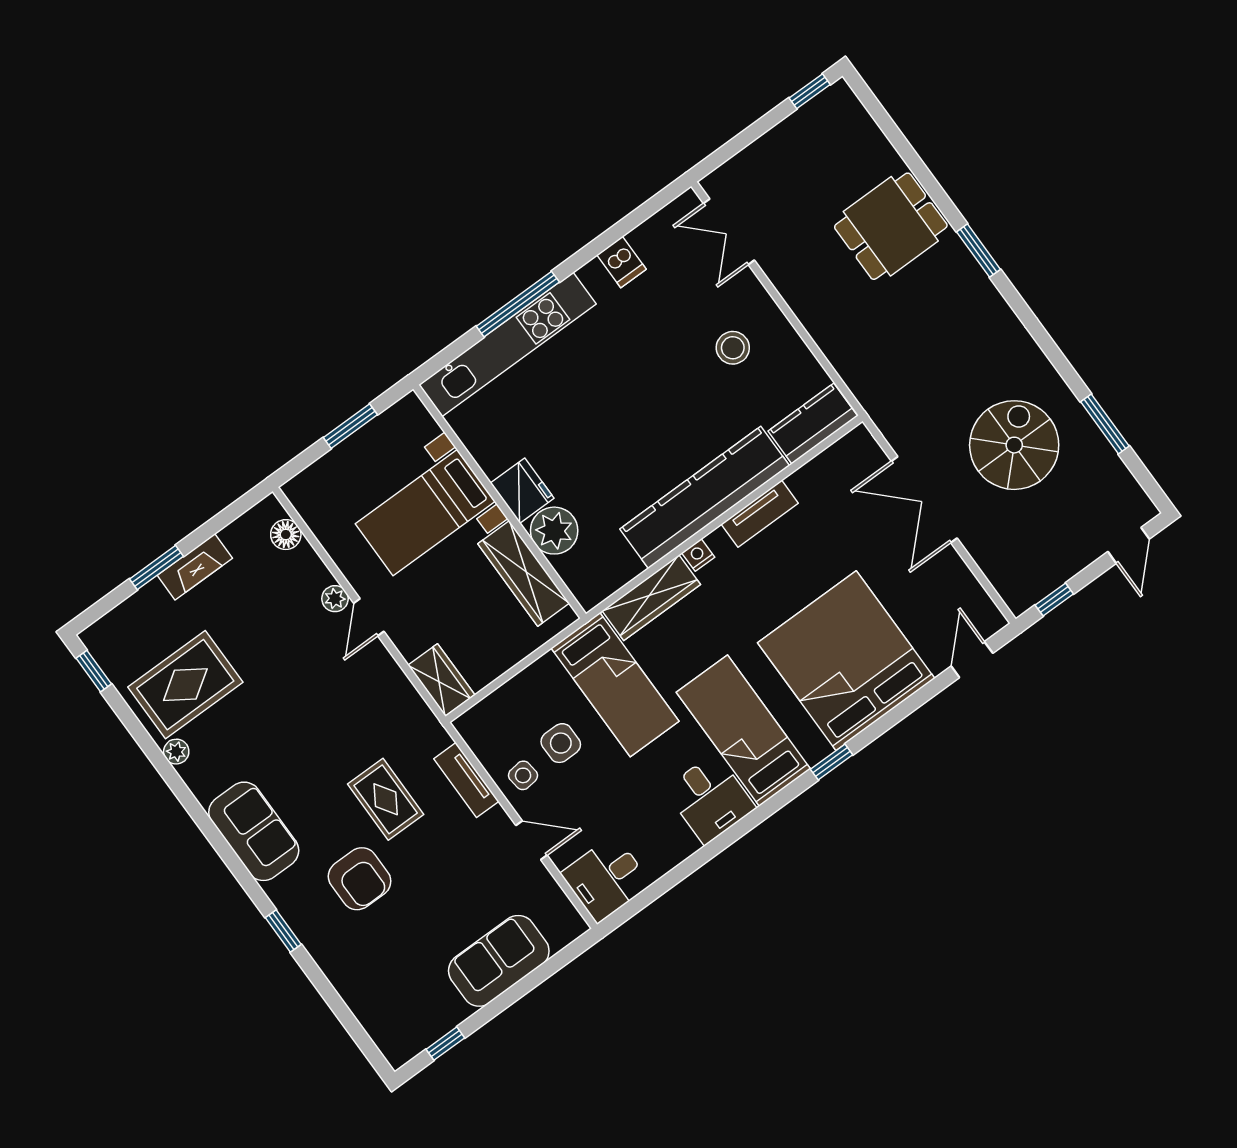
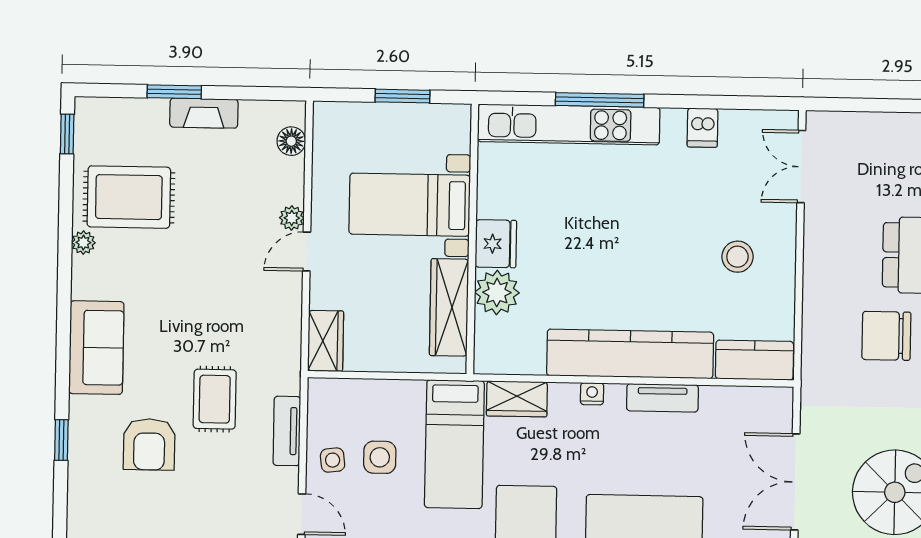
chair: (908, 319) -> (886, 336), added
wardrobe: (651, 598) -> (517, 399), width x0.67

